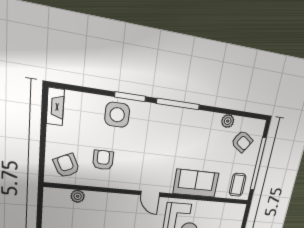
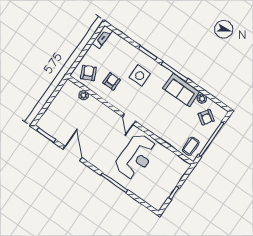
side table: (117, 115) -> (140, 76), moved
sofa: (196, 183) -> (181, 90), moved, turned 180

